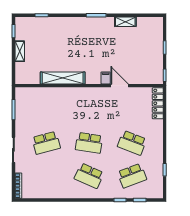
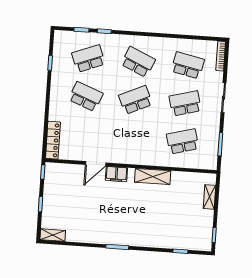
shelving: (125, 22) -> (53, 235), moved
shelving: (20, 51) -> (209, 197), moved
shelving: (63, 78) -> (153, 177), width x0.68
filing cabinet: (106, 78) -> (116, 174), width x2.00
door: (120, 86) -> (96, 164), hinge flipped
school desk: (46, 110) -> (183, 141), added
school desk: (89, 143) -> (136, 100), turned -33
school desk: (46, 176) -> (188, 65), added

